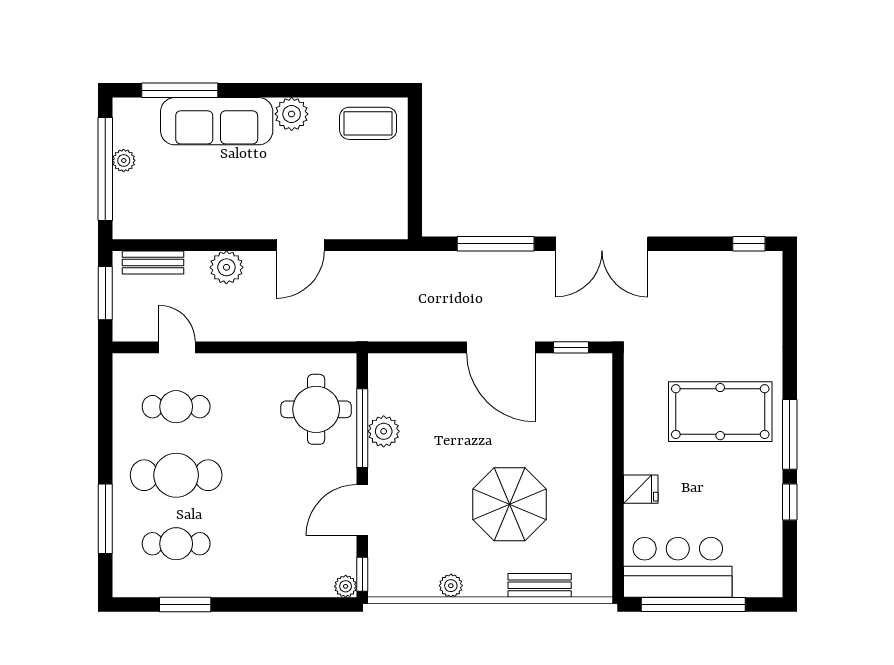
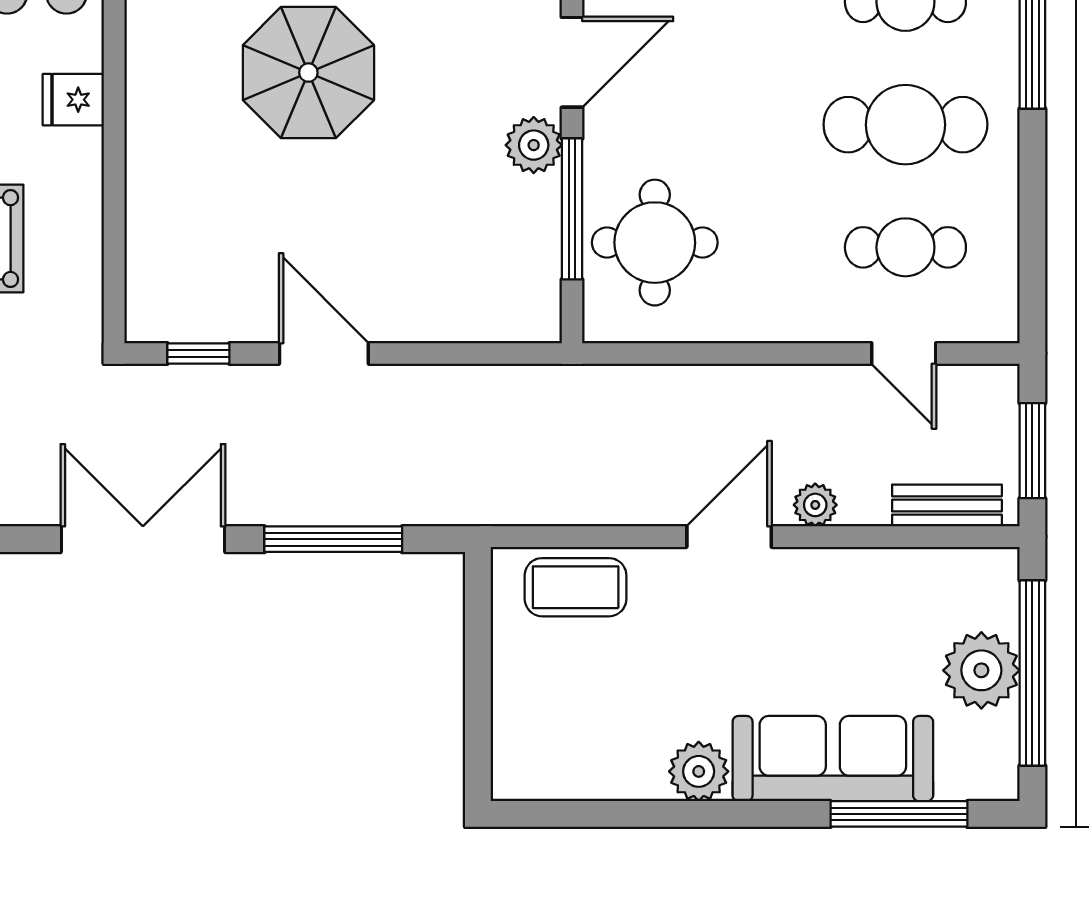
coffee table: (368, 123) -> (576, 587), moved
plant: (124, 160) -> (981, 670), width x1.87, depth x1.87
door: (300, 245) -> (729, 537), moved
plant: (226, 267) -> (815, 505), width x0.73, depth x0.73
door: (501, 347) -> (324, 354), width x0.73
plant: (384, 431) -> (534, 145), moved

